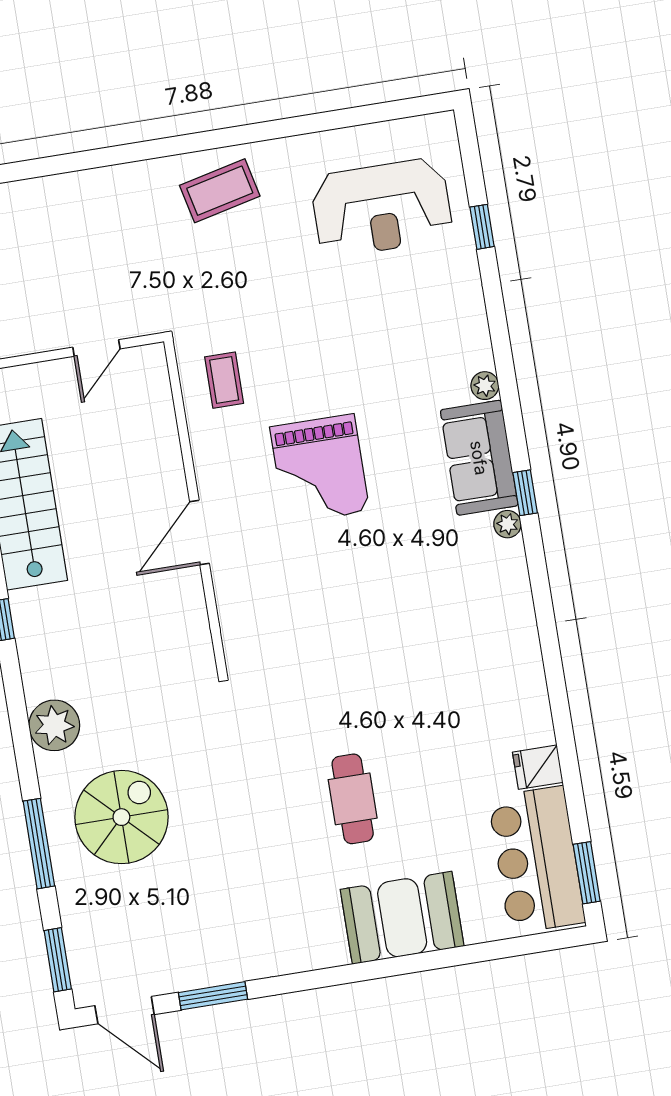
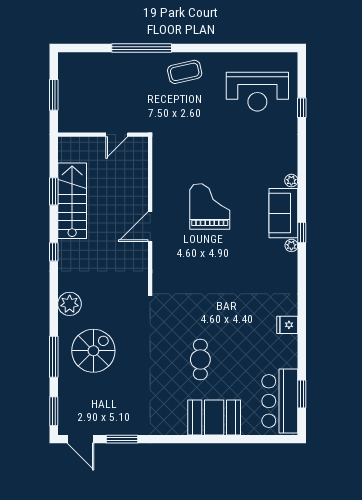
window: (120, 155) -> (142, 48), added
coffee table: (224, 380) -> (173, 159), removed
grand piano: (320, 469) -> (210, 206), turned 180
fridge: (538, 767) -> (287, 325), moved
window: (587, 873) -> (302, 394), moved

